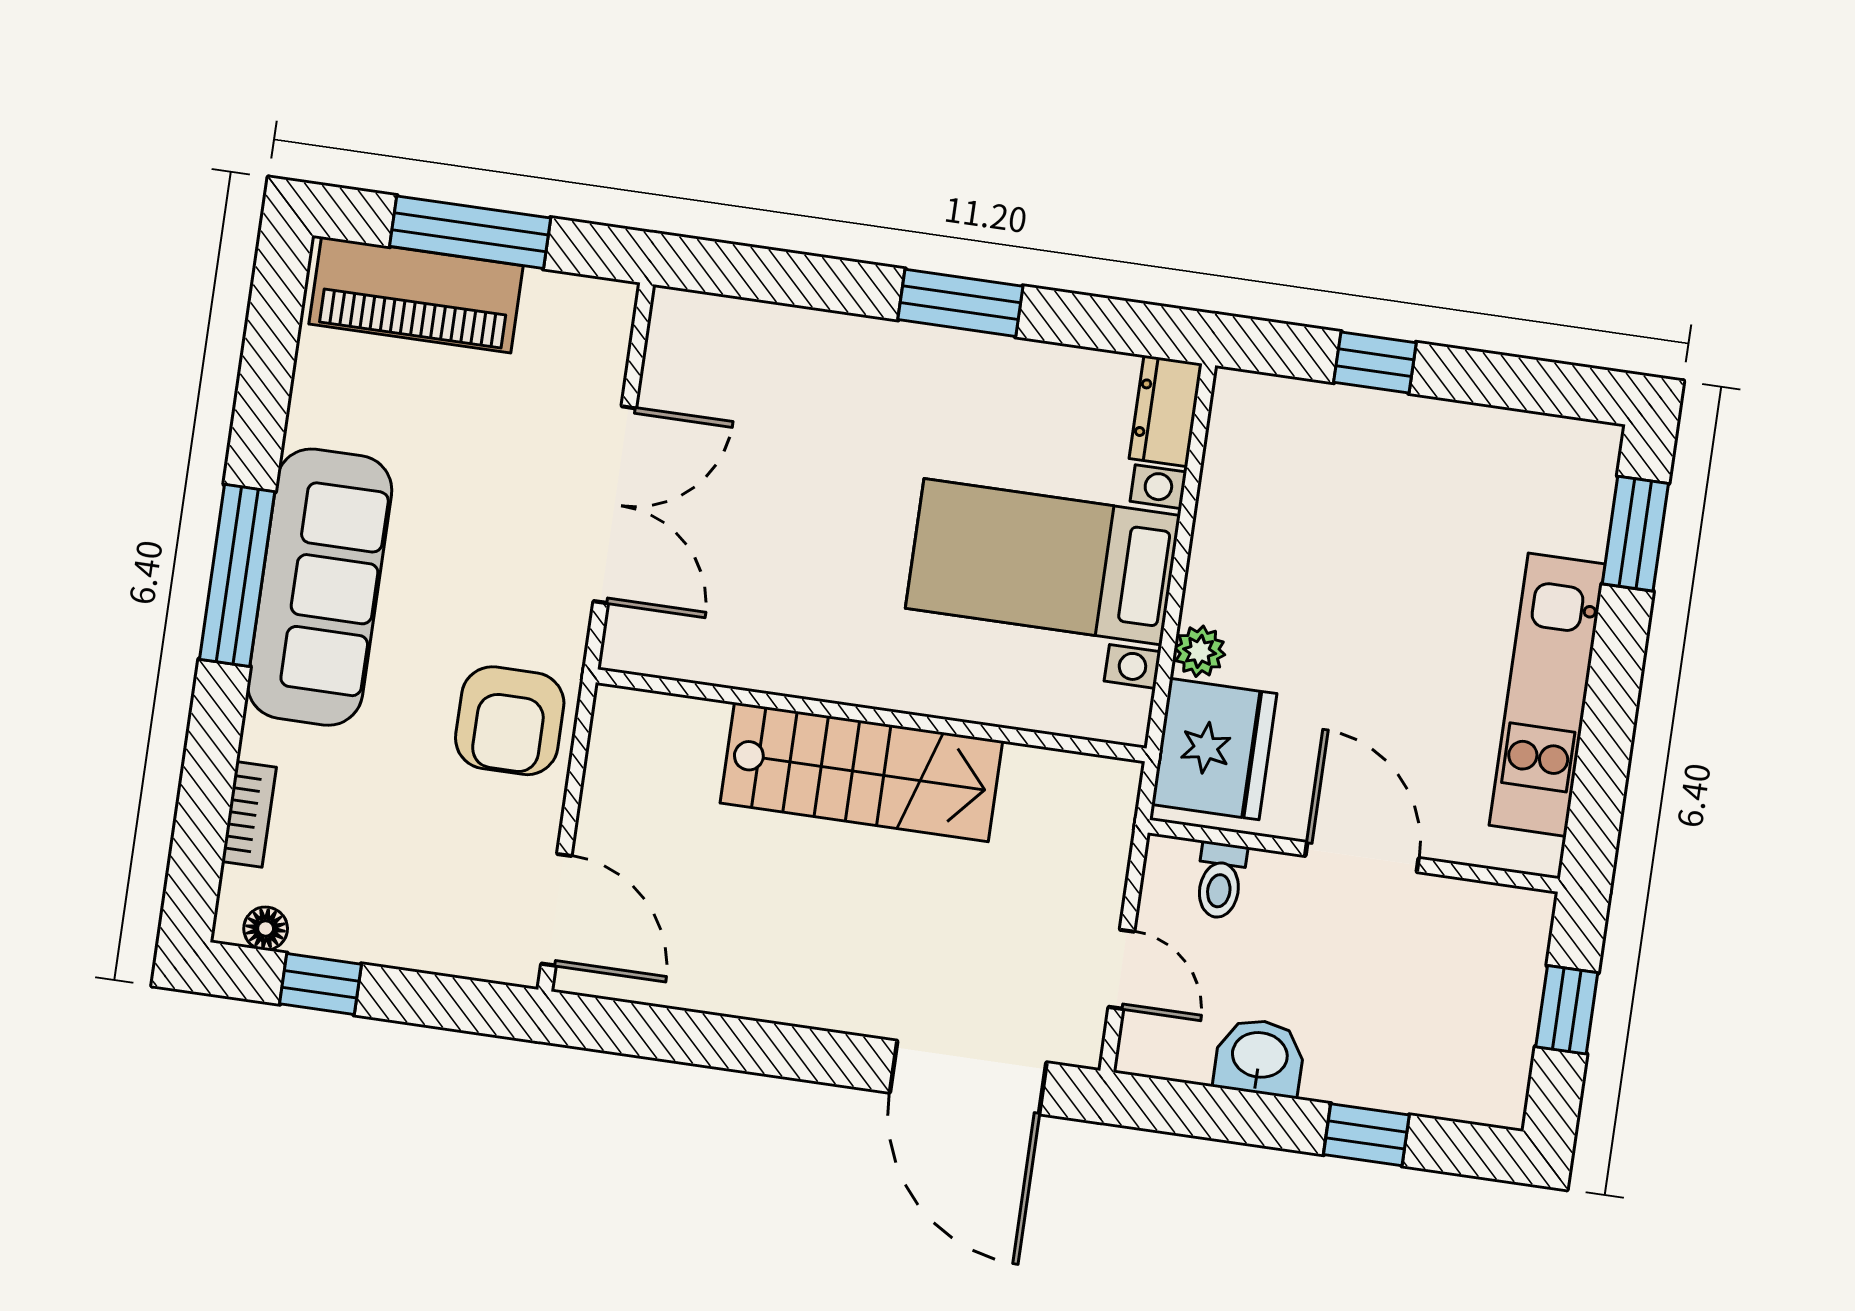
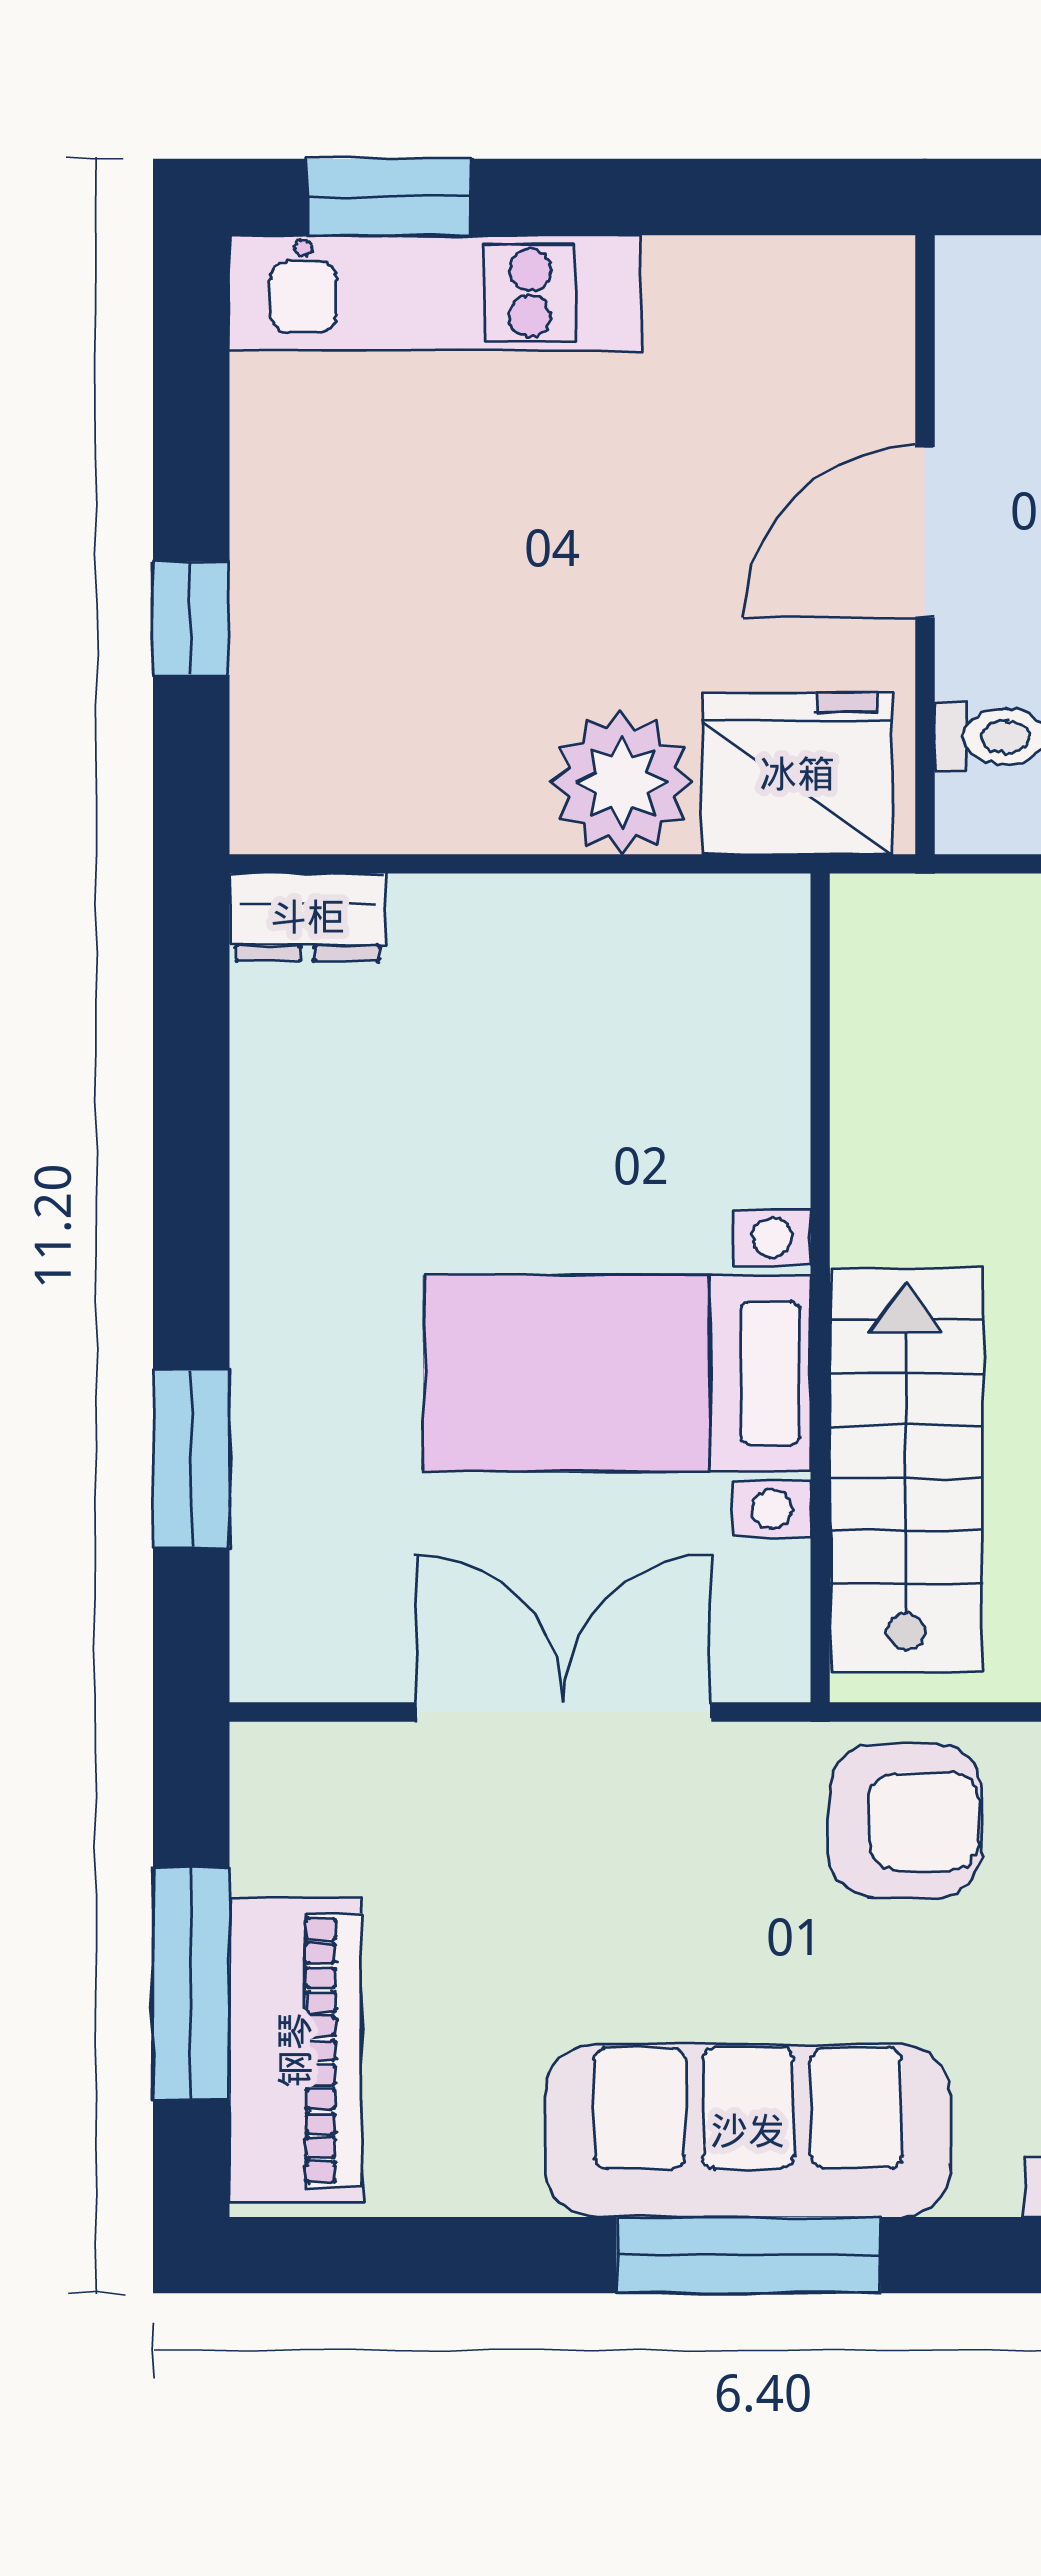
window: (960, 303) -> (191, 1459), moved
bed with nightstands: (1043, 562) -> (617, 1373), moved, turned 90
plant: (1200, 651) -> (622, 783), width x1.87, depth x1.87
kitchen unit: (1547, 695) -> (435, 293), moved
stairs: (861, 772) -> (906, 1470), moved

